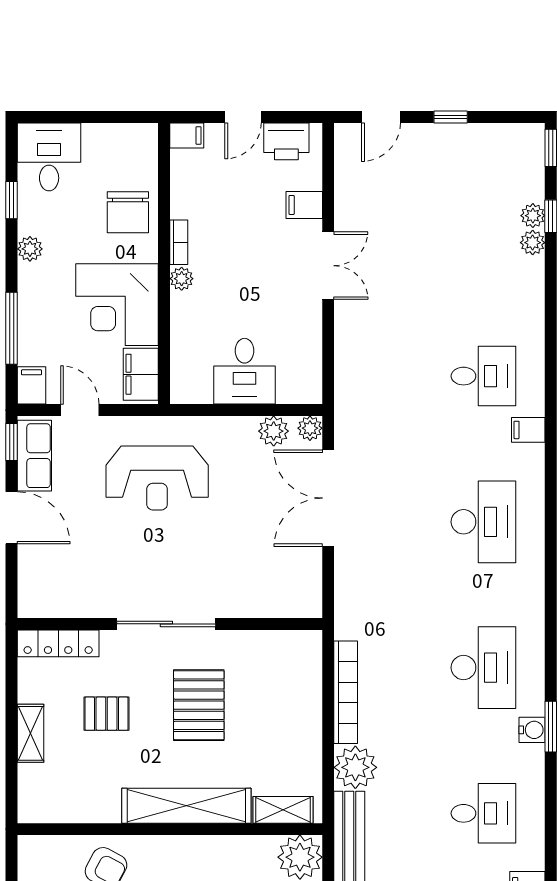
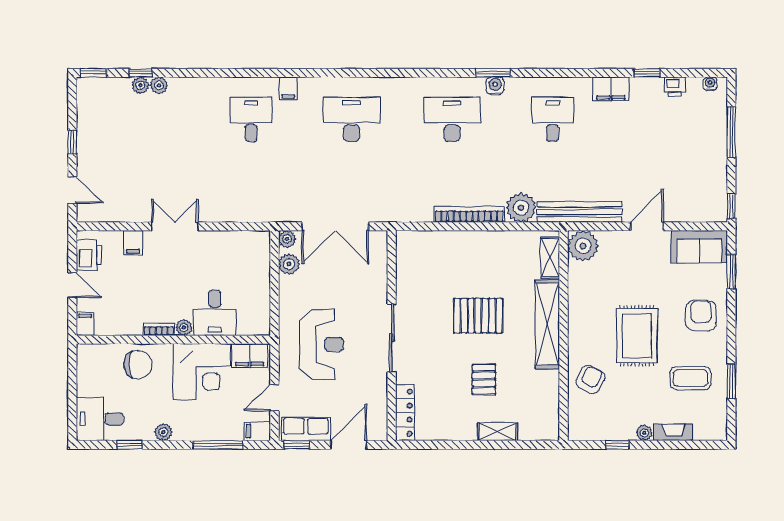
desk: (245, 371) -> (215, 313), moved, turned 90
sliding door: (166, 624) -> (392, 338), moved
wall: (170, 624) -> (392, 336), moved
locker: (58, 643) -> (405, 413), moved

